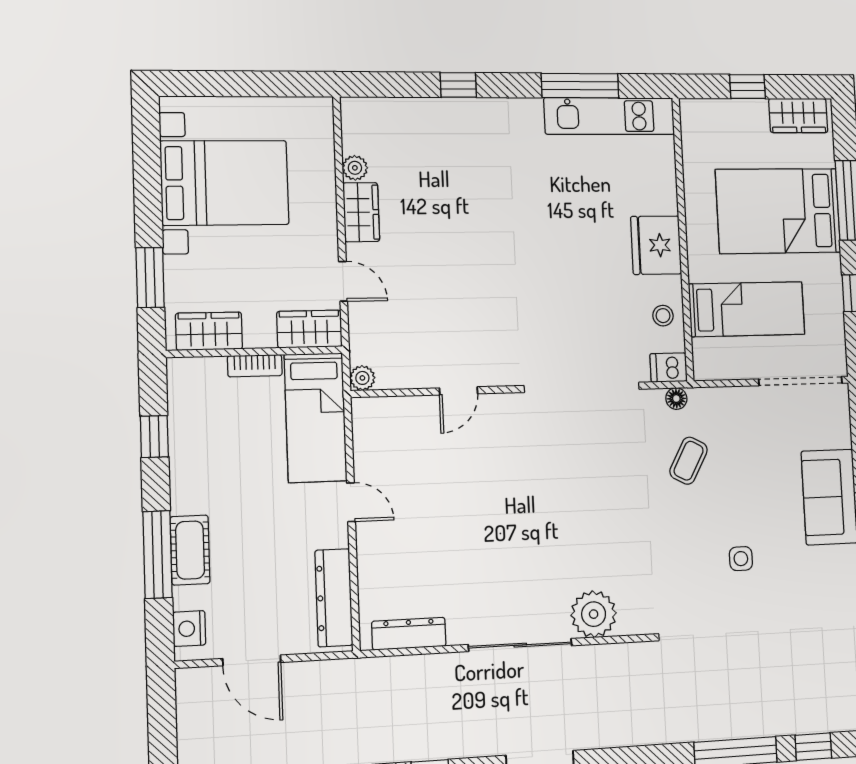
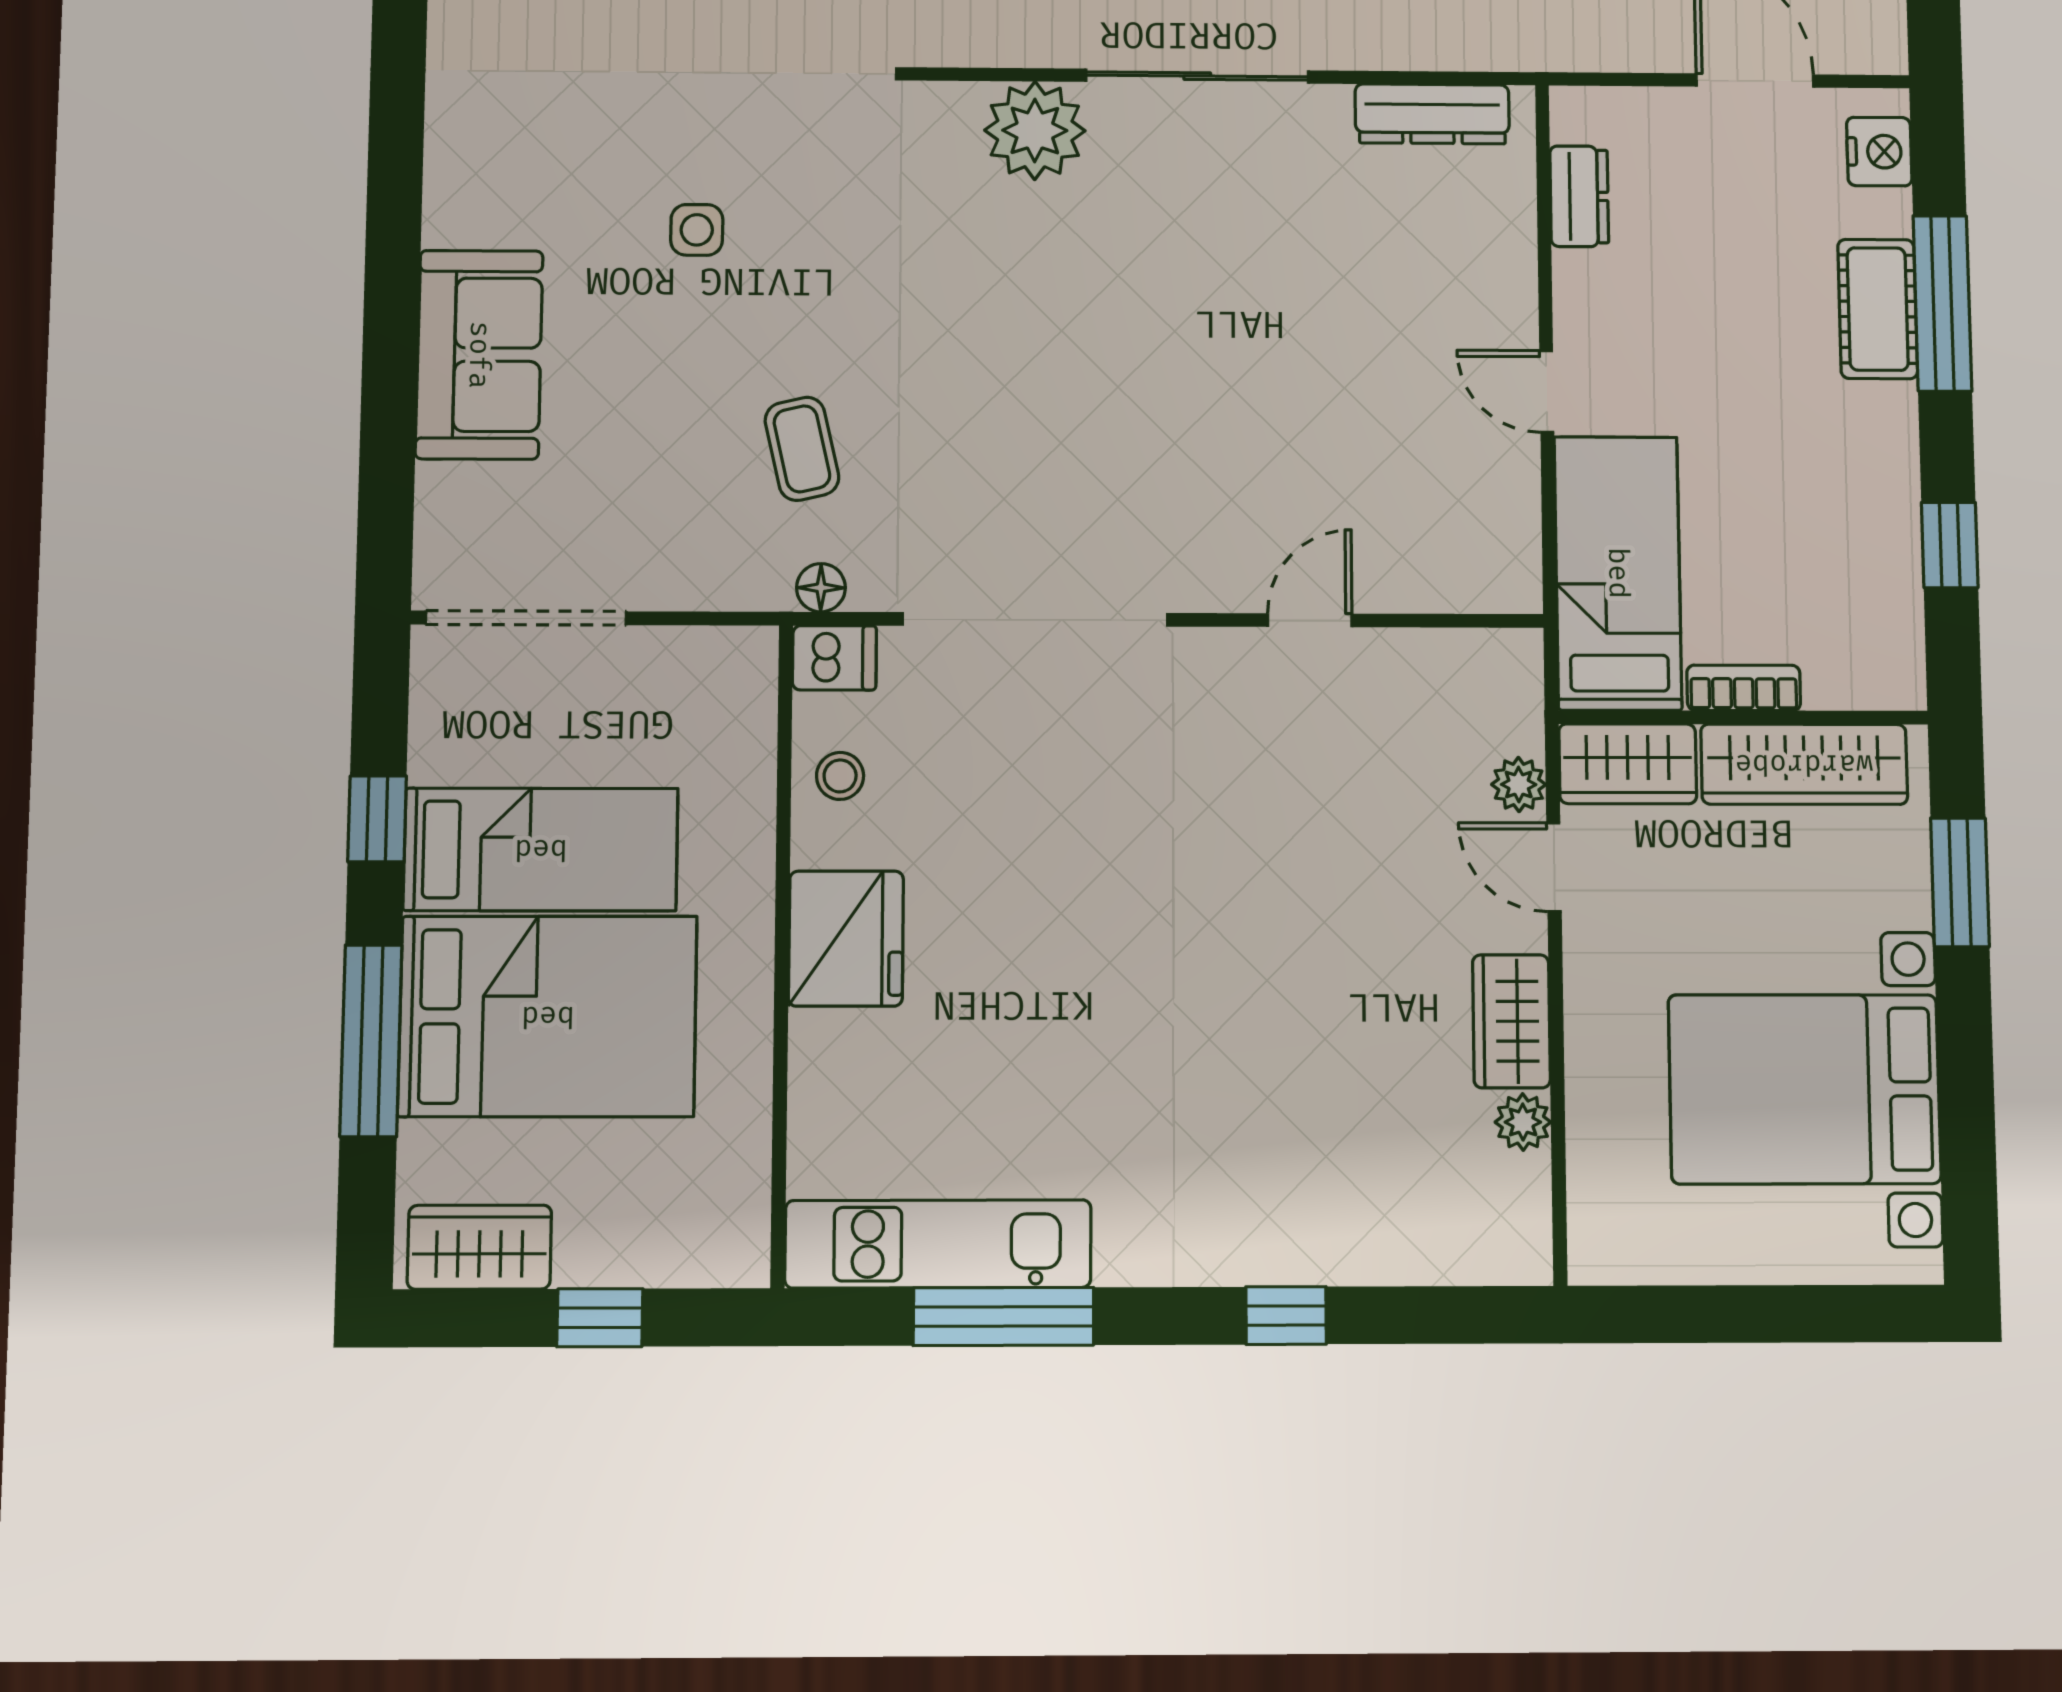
bed: (747, 309) -> (541, 849), moved, turned 180
wardrobe: (209, 331) -> (1804, 764), width x1.50
plant: (362, 378) -> (1519, 784), moved
coffee table: (689, 461) -> (802, 449), turned -41
dresser: (334, 598) -> (1579, 196), width x0.51, depth x0.80

